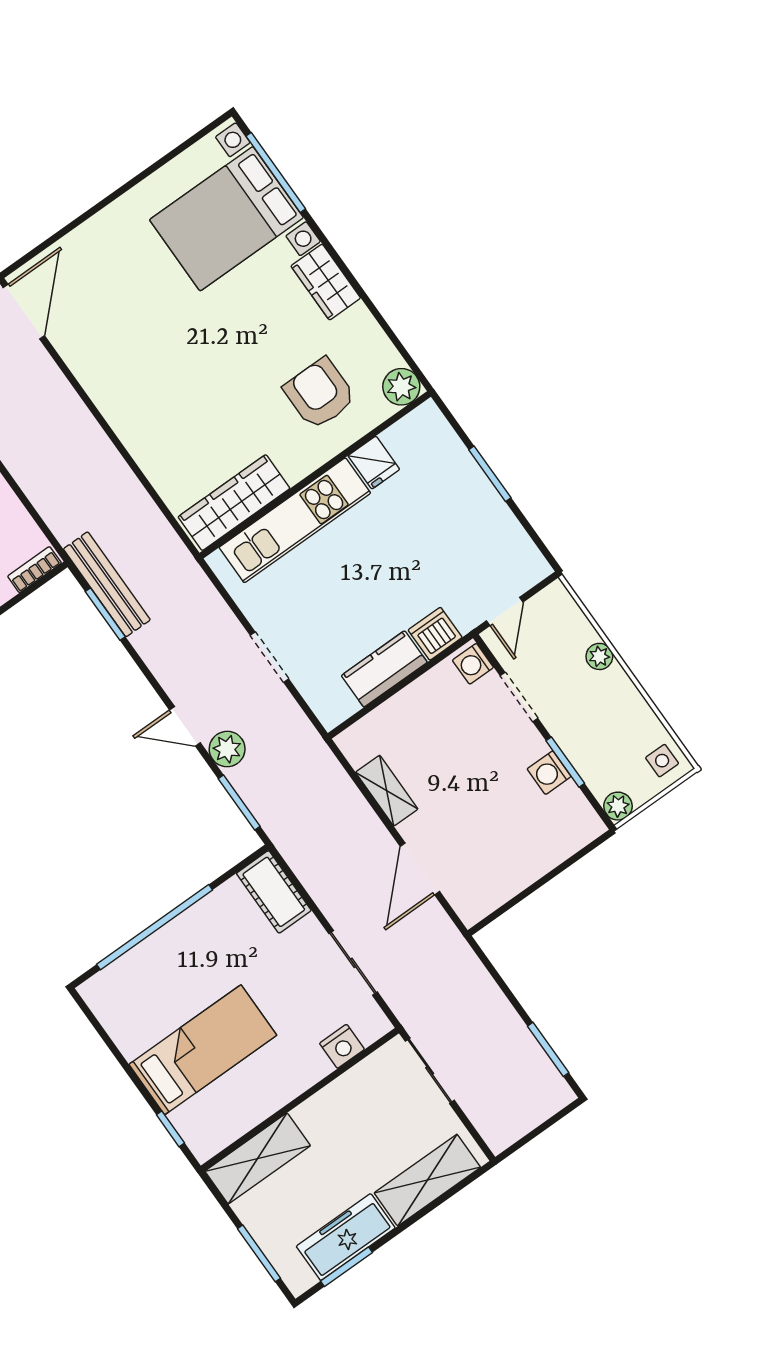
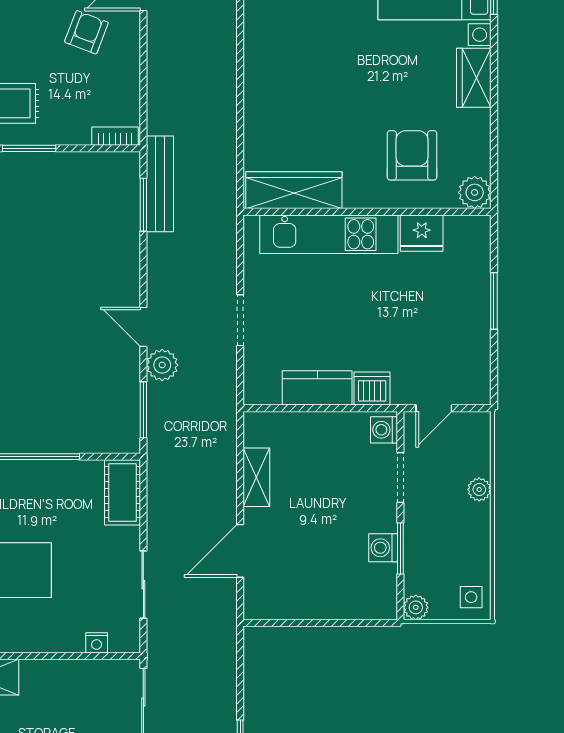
fridge: (374, 463) -> (422, 233), width x1.38
nightstand: (342, 1046) -> (97, 643), width x0.72, depth x0.74

